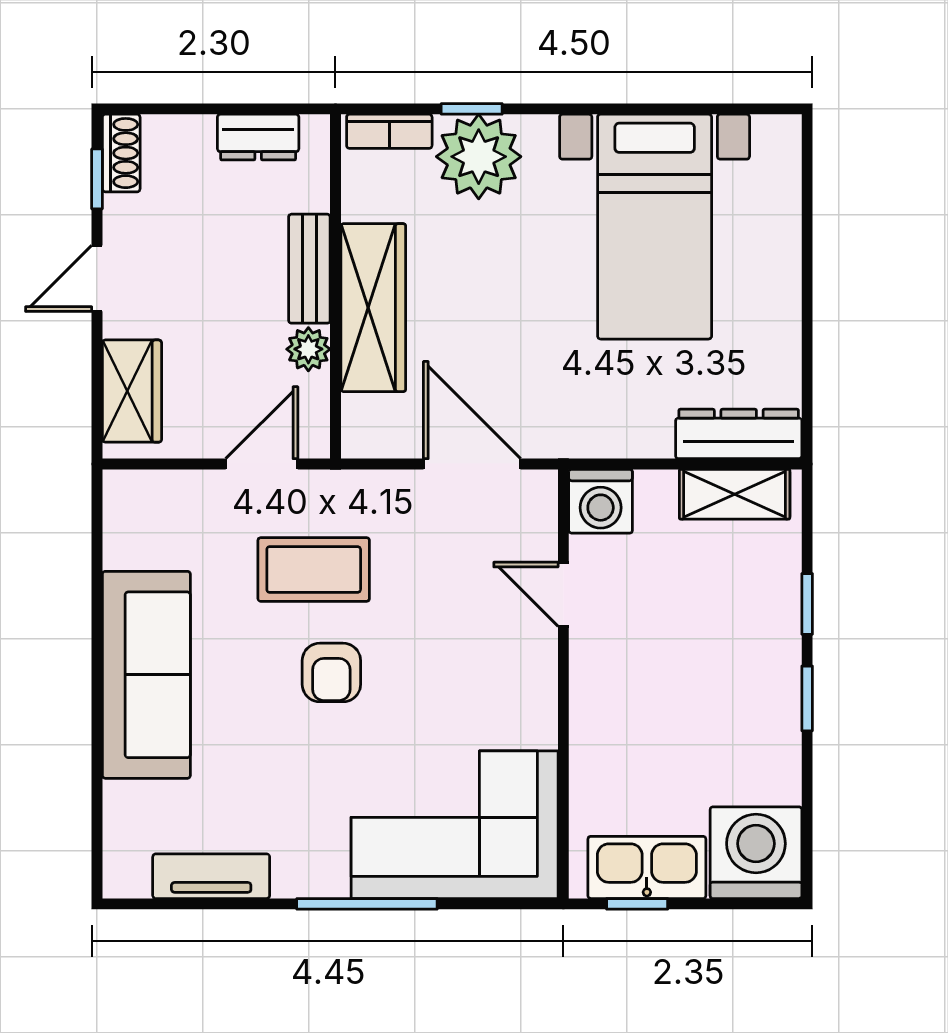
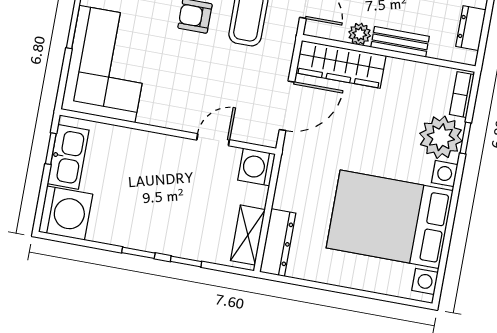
bed with nightstands: (655, 227) -> (390, 219), width x1.36
wardrobe: (373, 308) -> (341, 64), moved

